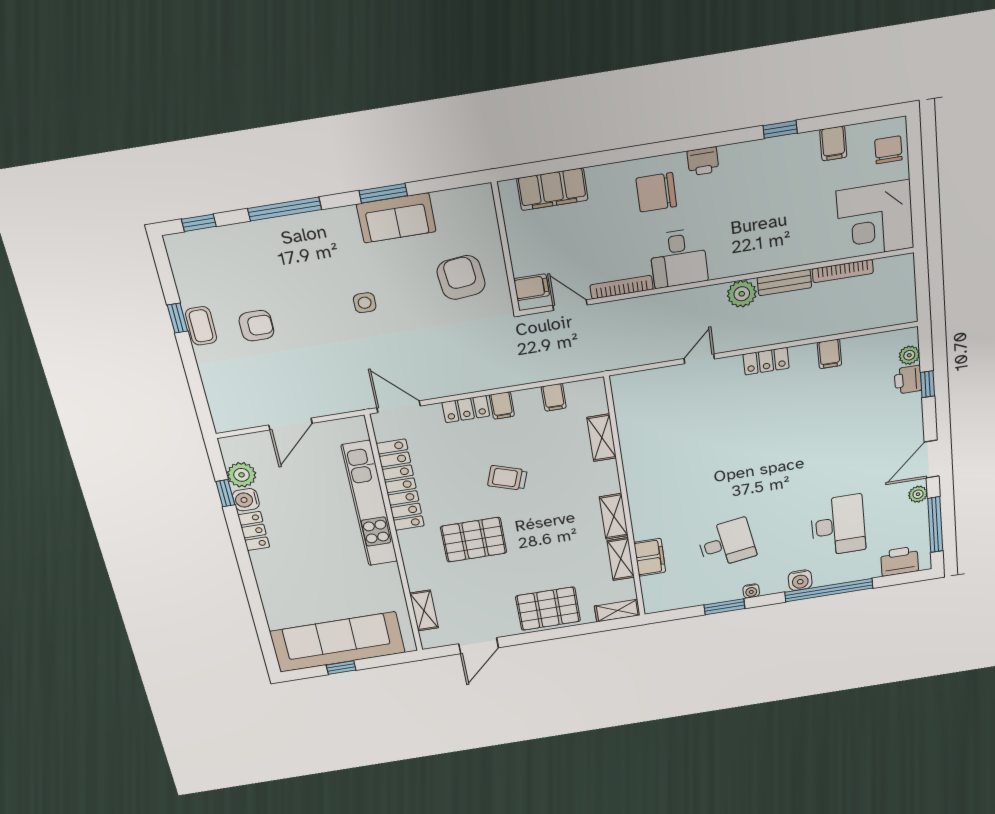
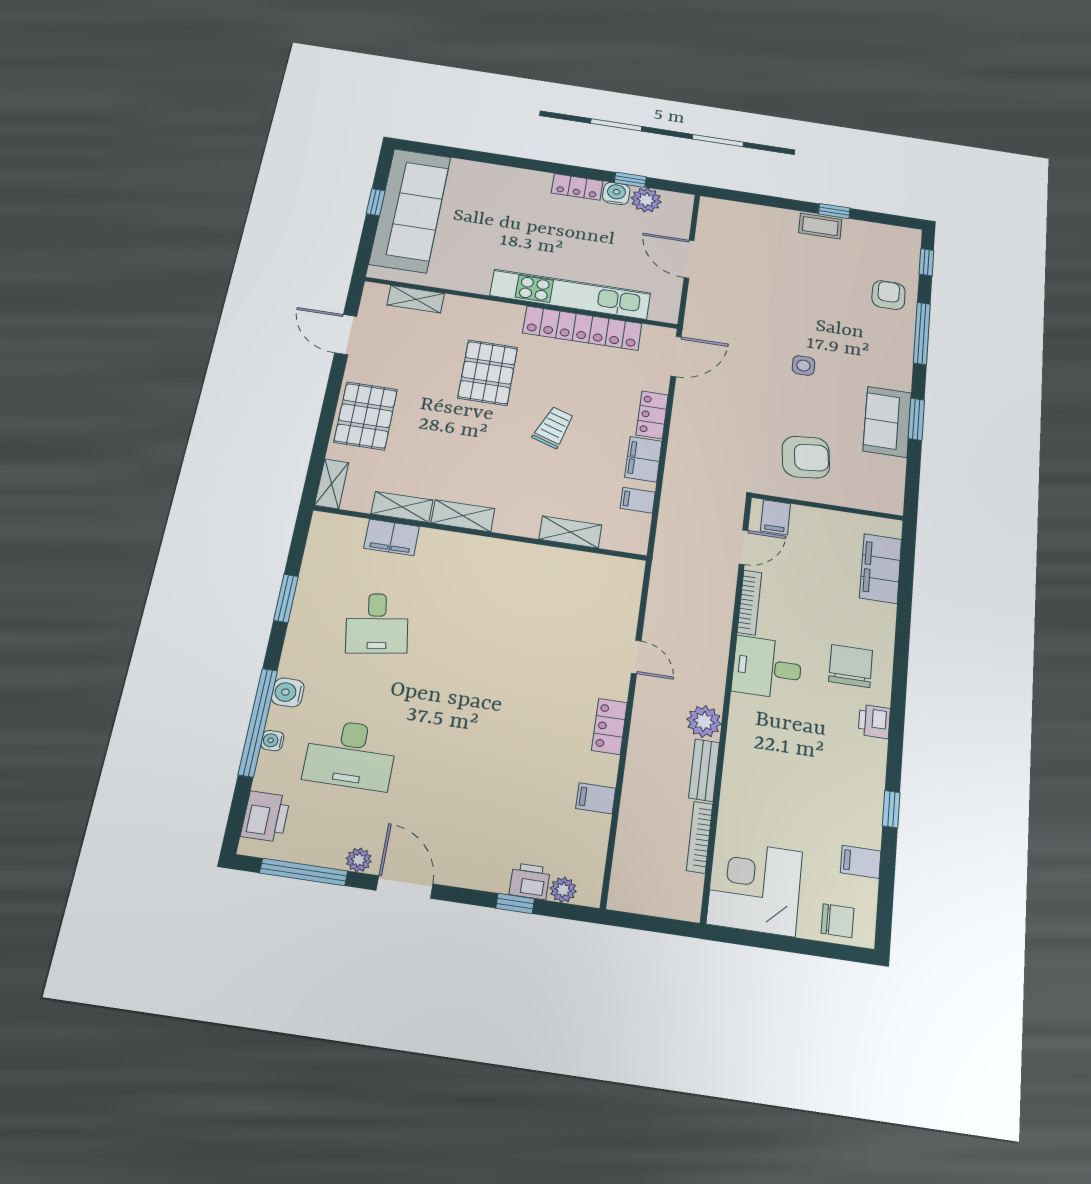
armchair: (256, 326) -> (889, 295), moved, turned 180
filing cabinet: (502, 405) -> (643, 459), width x2.00
water cooler: (751, 591) -> (272, 741), moved

